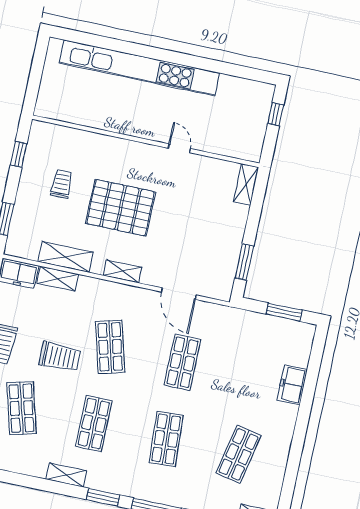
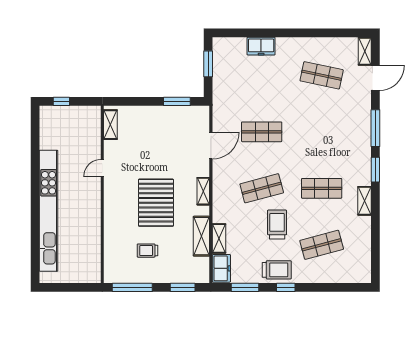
window: (19, 154) -> (132, 287), width x2.17
shelving: (246, 184) -> (110, 125), moved, turned 90
shop shelf: (166, 439) -> (322, 132), removed

